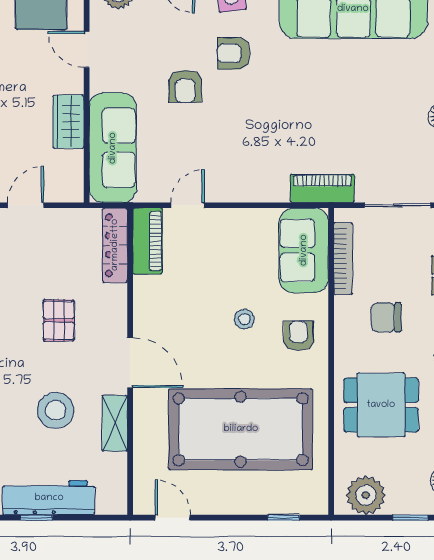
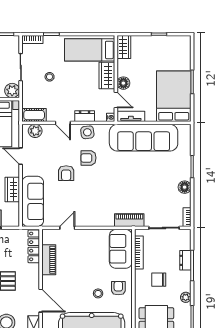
piano: (148, 241) -> (49, 260), moved
stool: (244, 319) -> (98, 293), moved

